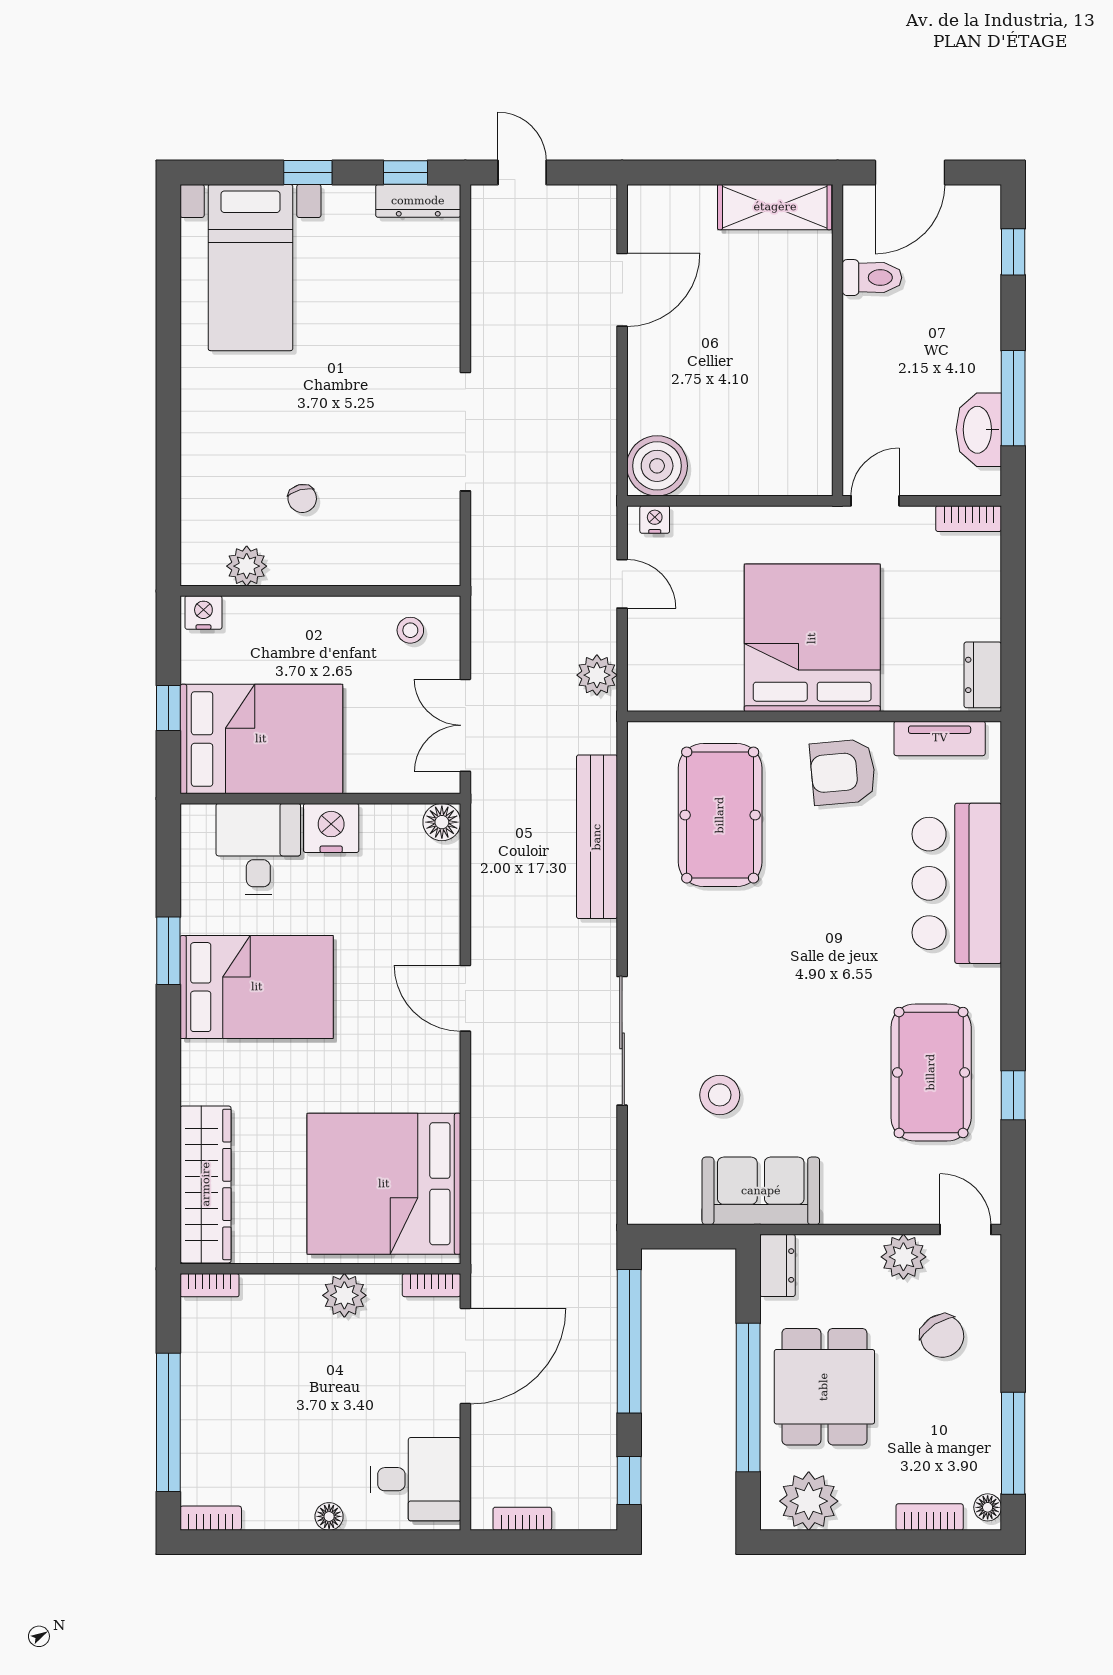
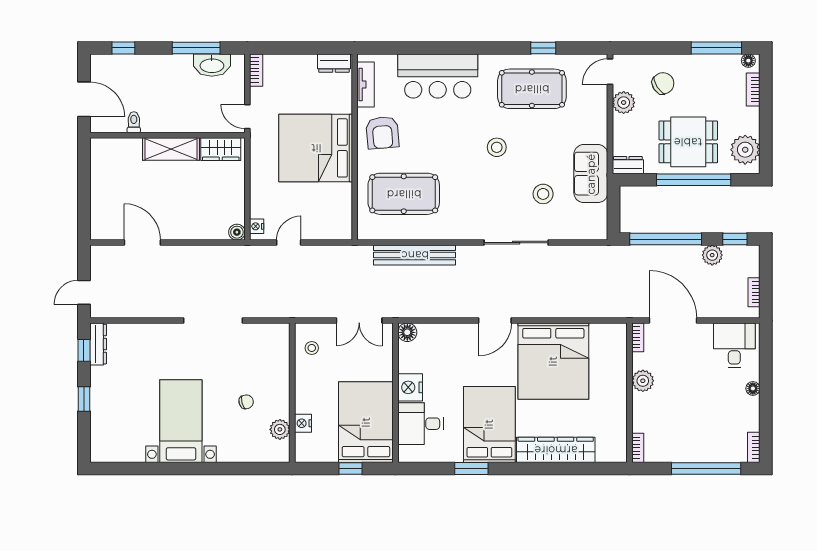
shelving: (775, 207) -> (171, 149), moved, turned 90
bed with nightstands: (250, 268) -> (181, 421), moved, turned -90
toilet: (872, 278) -> (134, 122), width x0.73, depth x0.72
wardrobe: (810, 447) -> (221, 149), added
boiler: (657, 466) -> (237, 232), width x0.54, depth x0.54
nightstand: (203, 613) -> (303, 423), moved
plant: (597, 675) -> (712, 255), moved
stool: (813, 1002) -> (497, 147), added
wardrobe: (206, 1184) -> (556, 450), moved
bed: (384, 1184) -> (553, 361), moved

